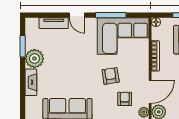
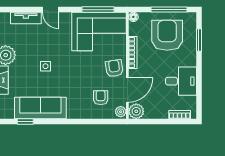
window: (111, 15) -> (98, 10), moved
side table: (72, 69) -> (46, 66), added
armchair: (111, 76) -> (114, 68), moved

